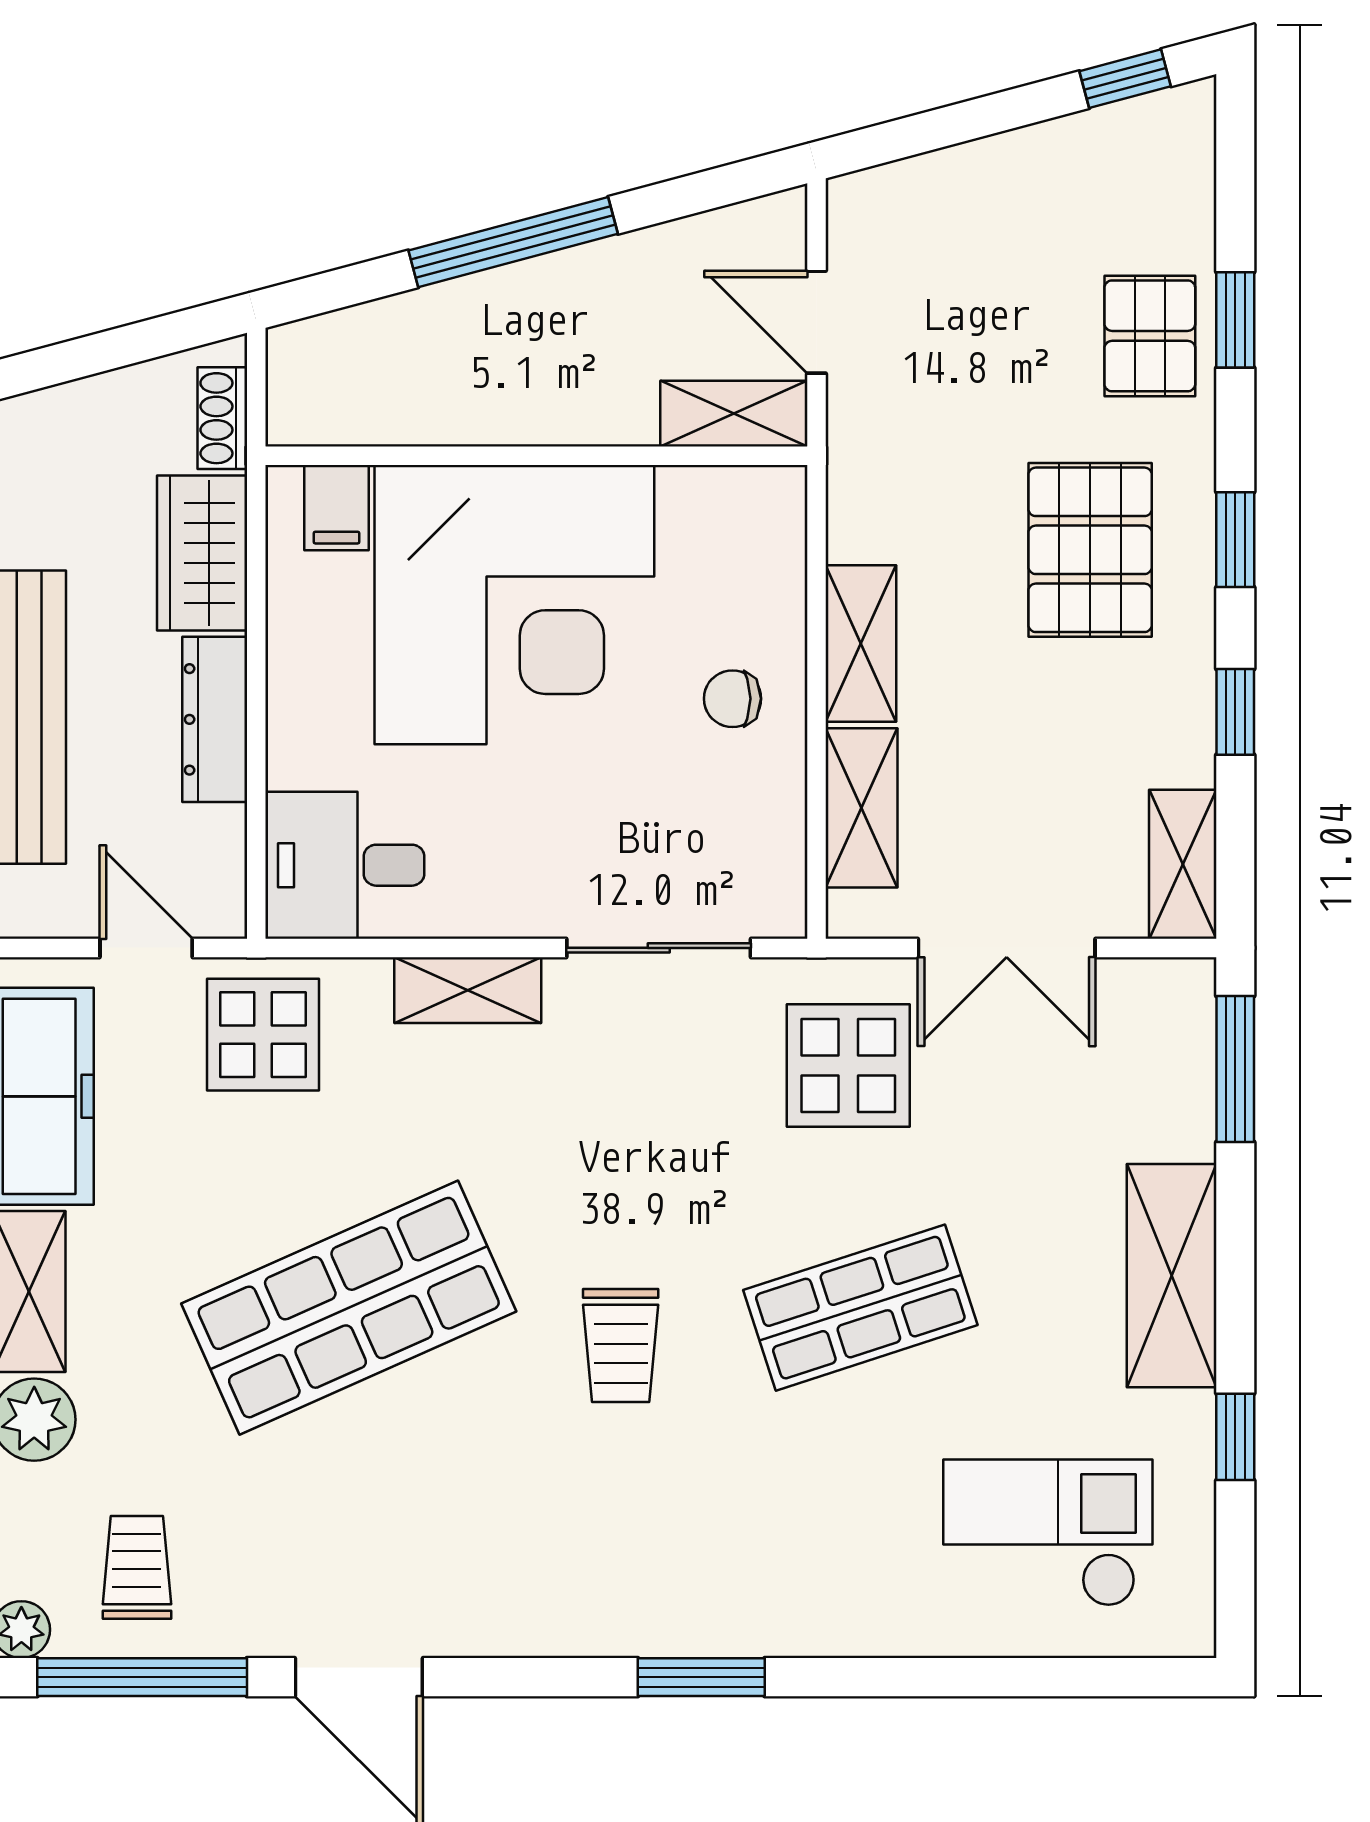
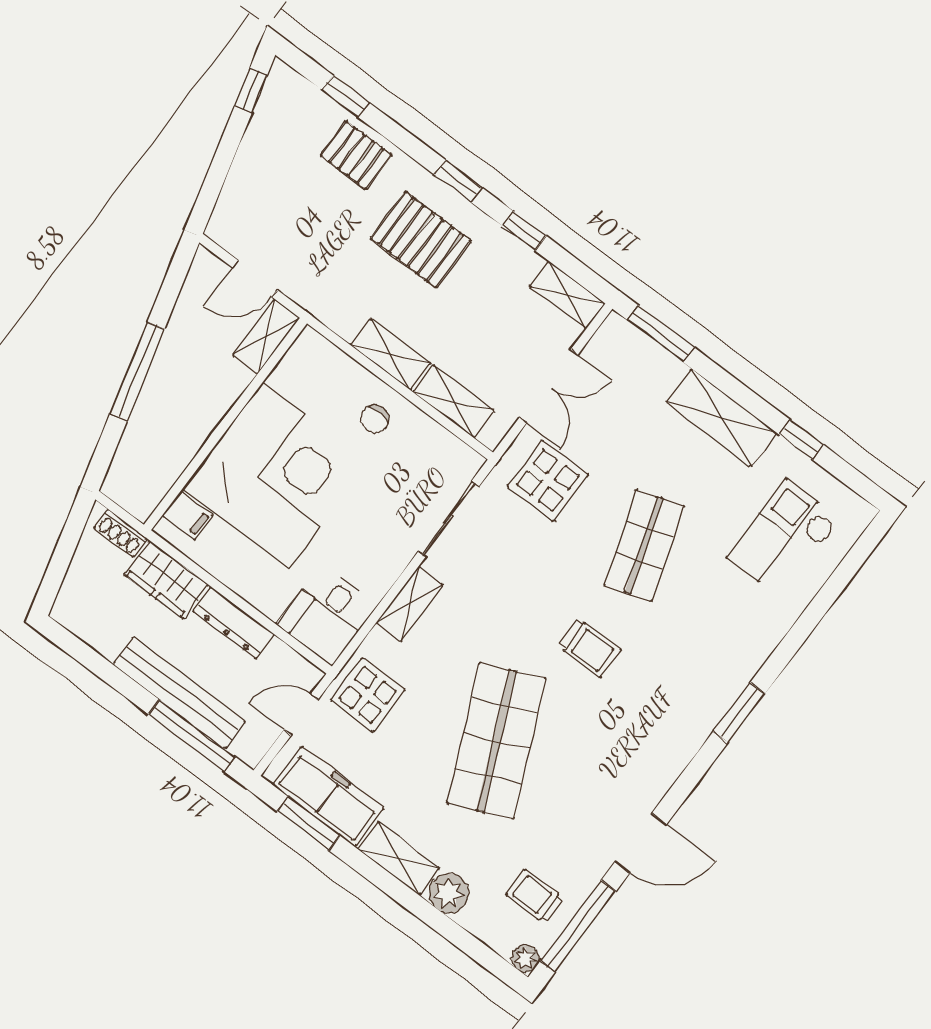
window: (1235, 320) -> (346, 96), moved

